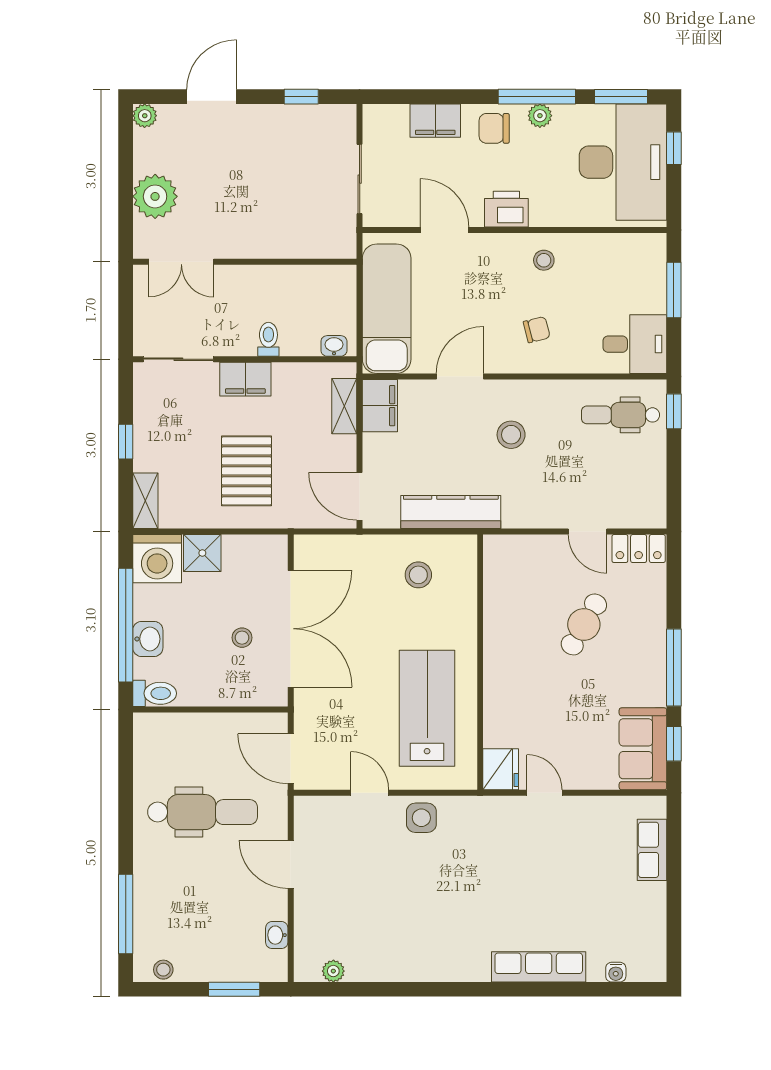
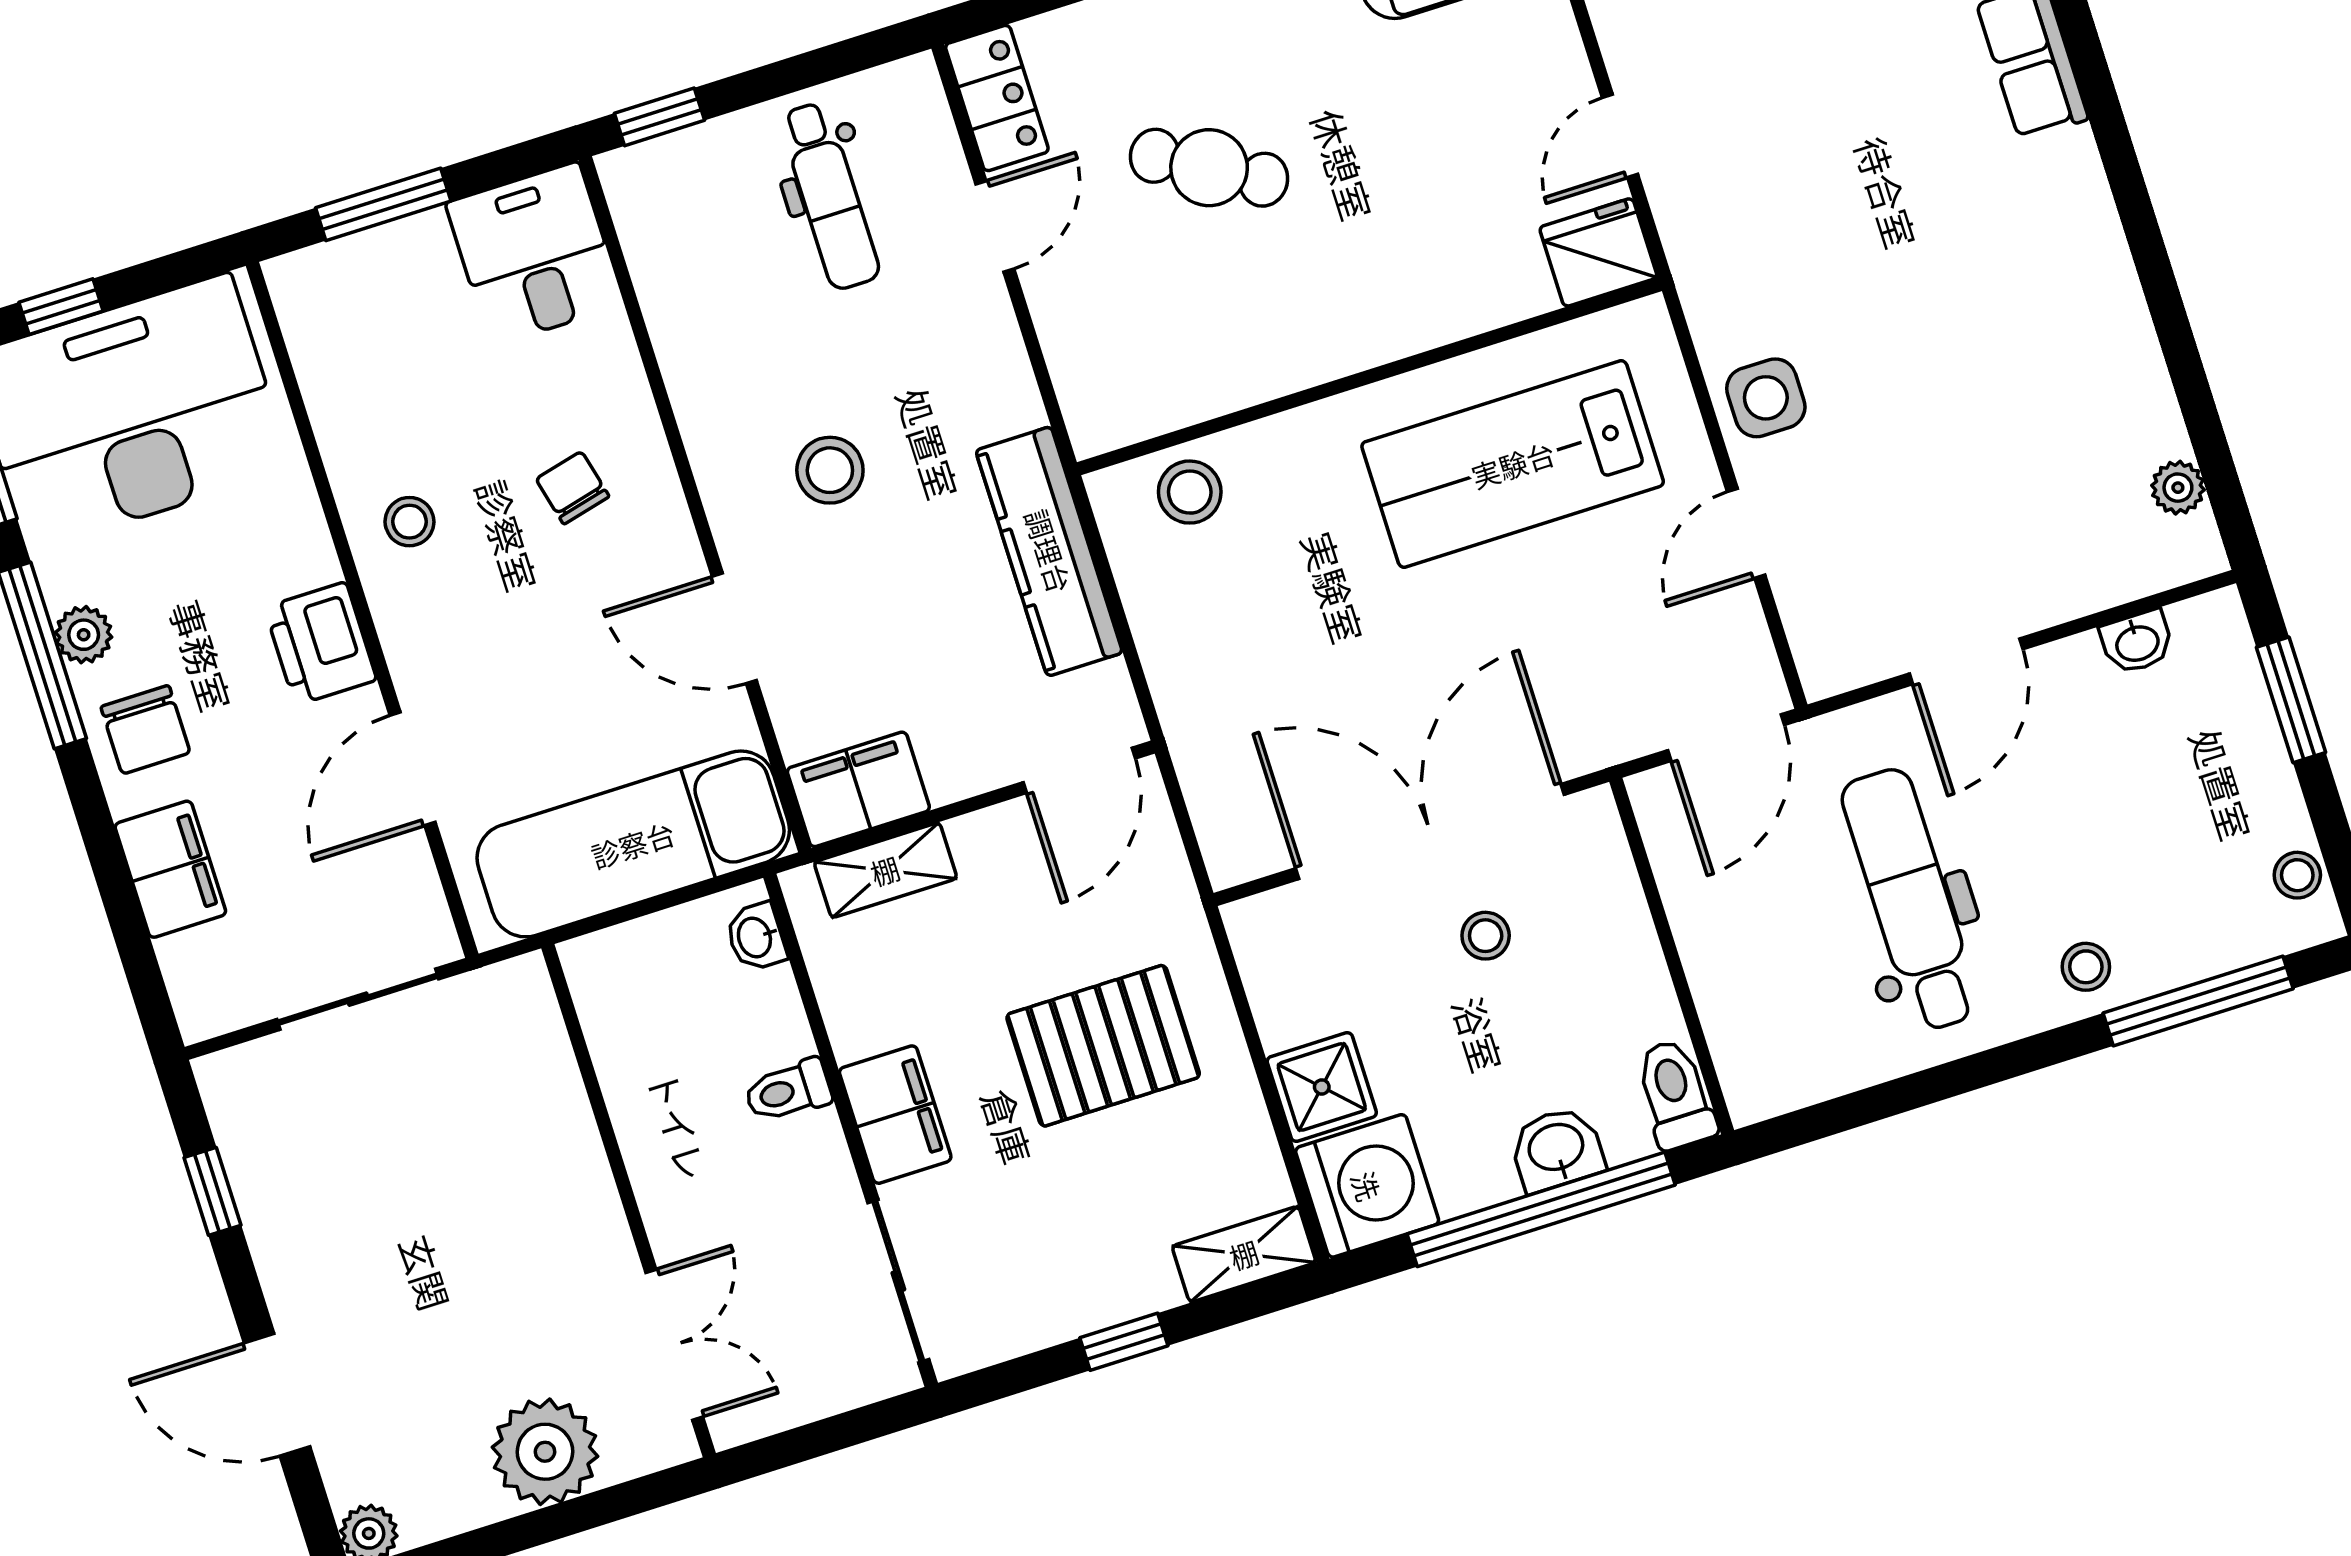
dental chair: (620, 415) -> (830, 196), moved
stool: (418, 575) -> (1190, 492), moved
stool: (153, 874) -> (2086, 967), added

